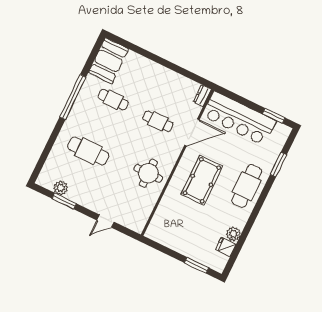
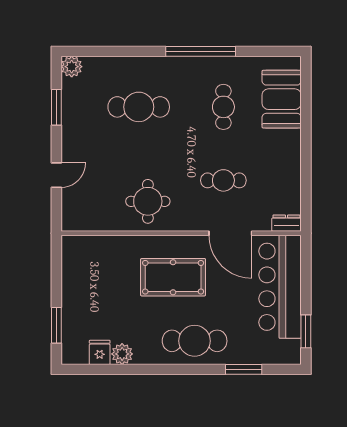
booth: (109, 61) -> (282, 99), moved, turned 90
cafe table: (158, 121) -> (223, 180), turned 90
cafe table: (88, 151) -> (139, 107), turned 90
plant: (61, 188) -> (72, 67), moved
door: (105, 221) -> (56, 175), swing flipped

